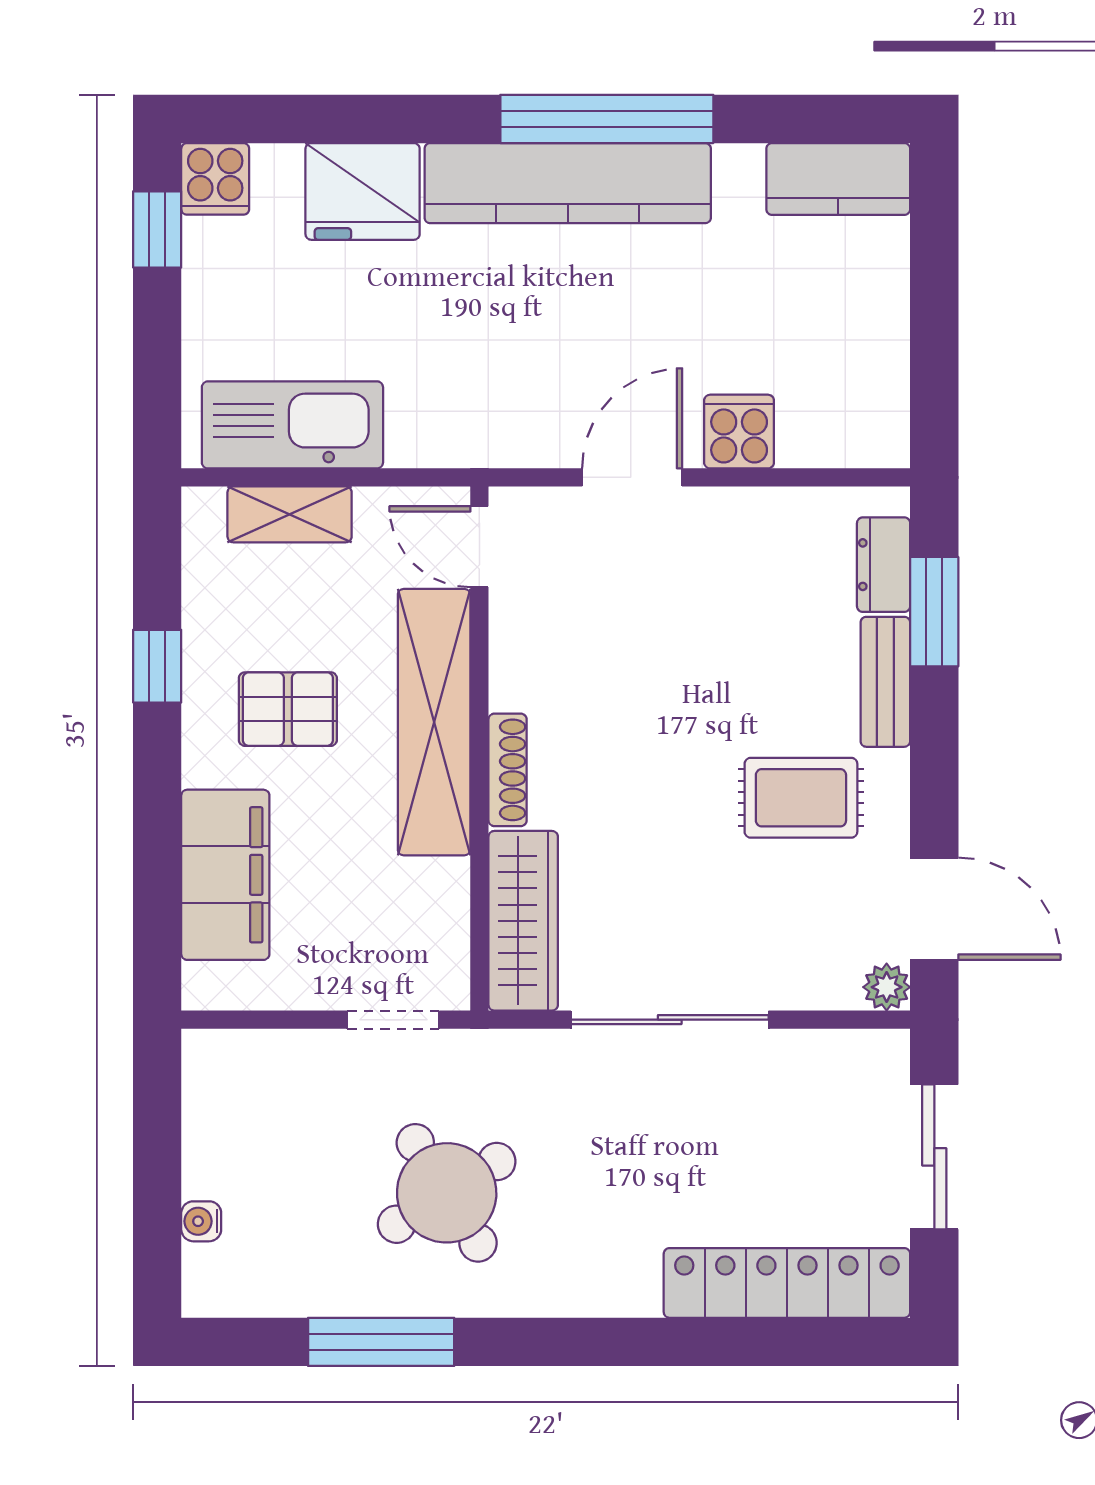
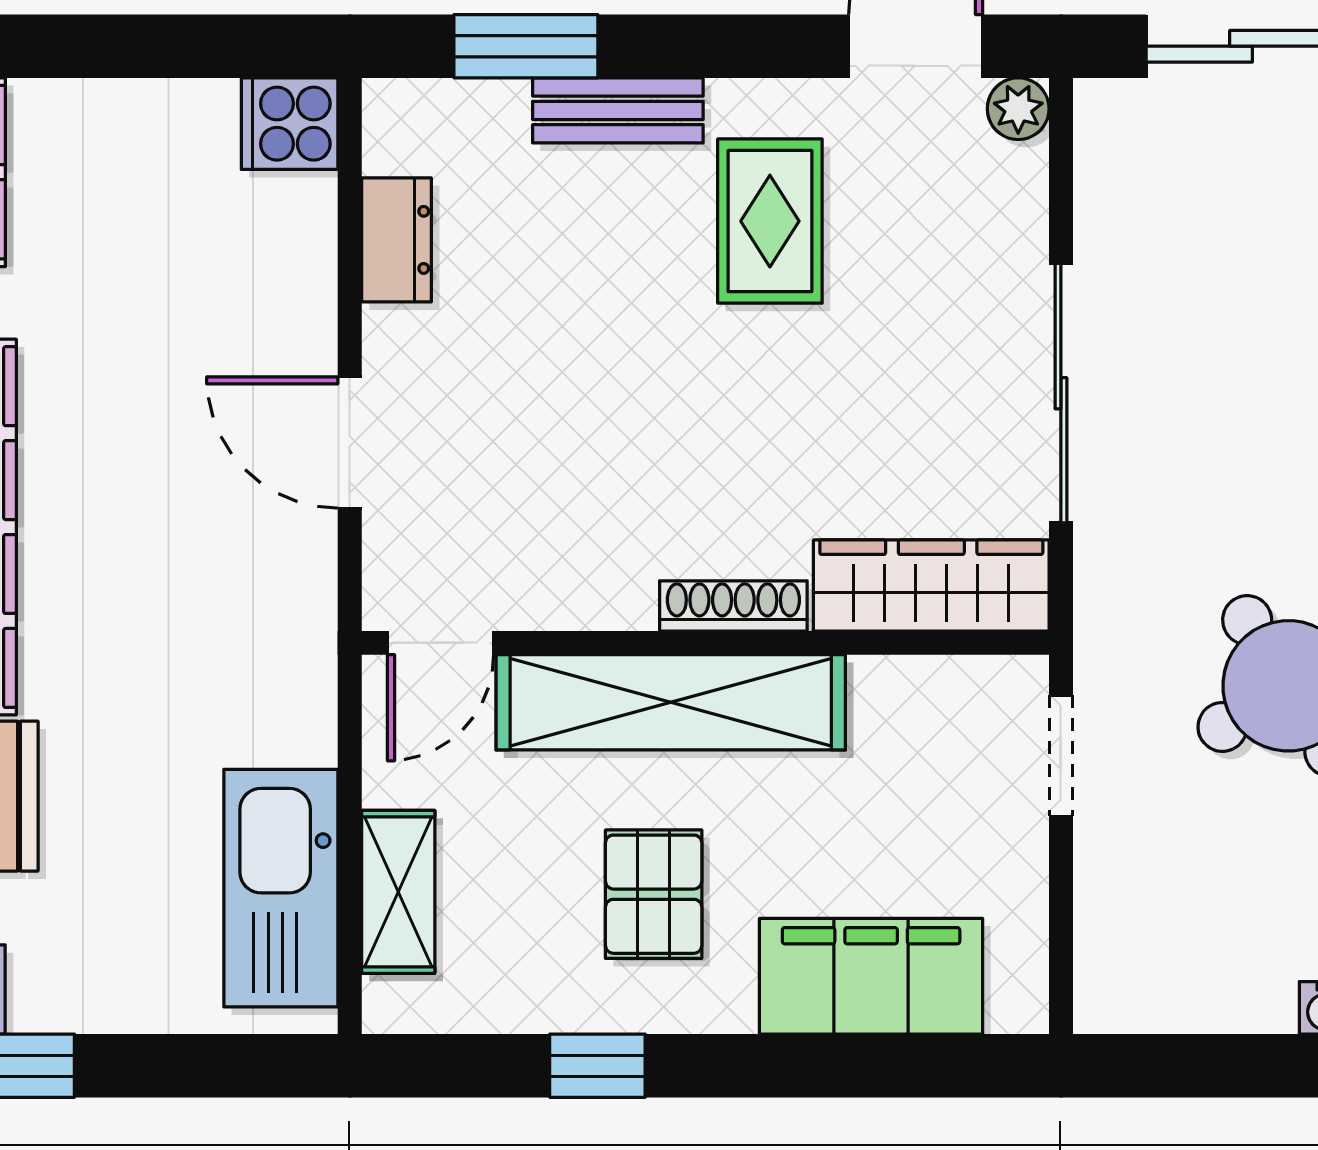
cooker: (739, 432) -> (290, 124), moved
dresser: (884, 565) -> (396, 240), moved, turned -90

